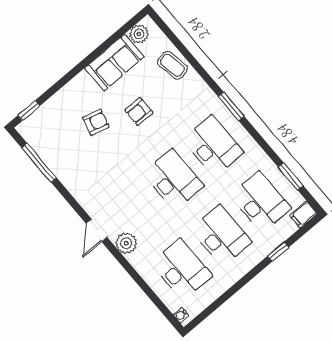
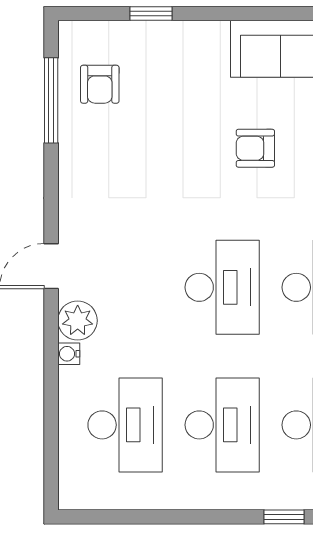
window: (29, 110) -> (151, 14), moved
armchair: (96, 122) -> (100, 84), moved, turned 75
water cooler: (181, 315) -> (69, 354), moved

